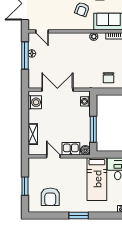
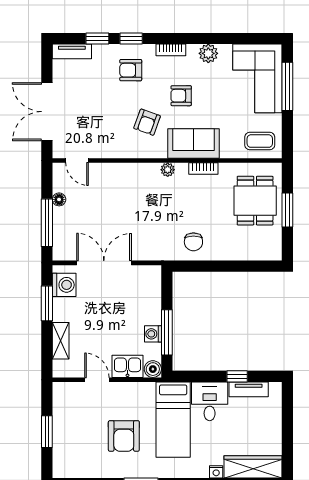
window: (25, 56) -> (47, 223), moved
washing machine: (85, 101) -> (153, 334), moved
window: (25, 113) -> (47, 303), added
armchair: (50, 197) -> (124, 436), moved

